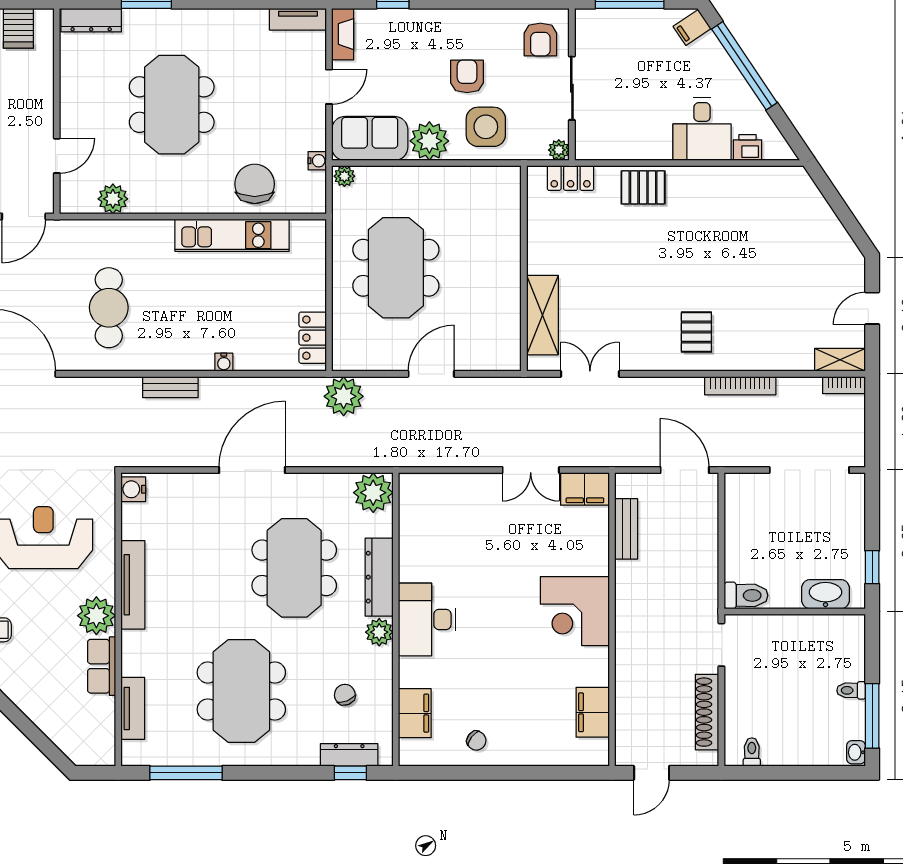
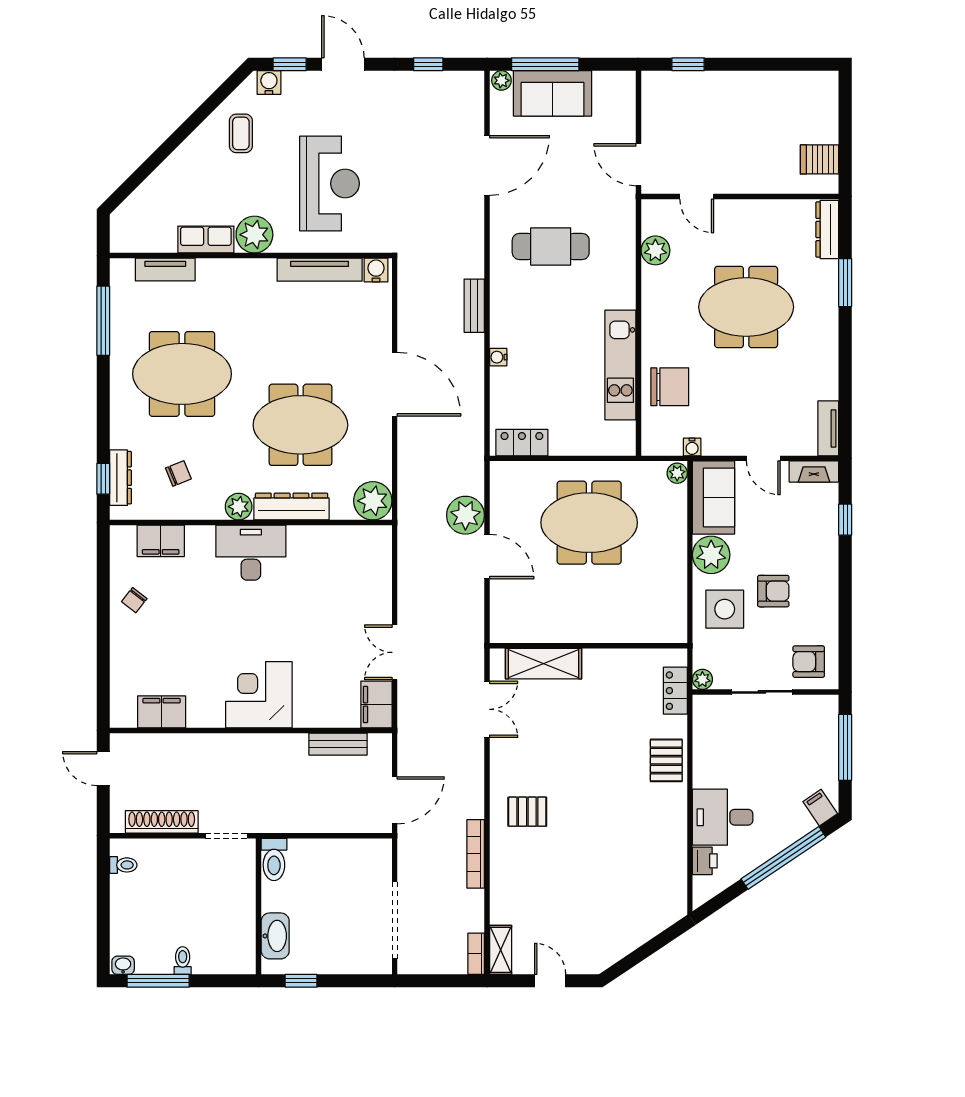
plant: (344, 396) -> (465, 515), moved
tv unit: (133, 585) -> (320, 270), moved

